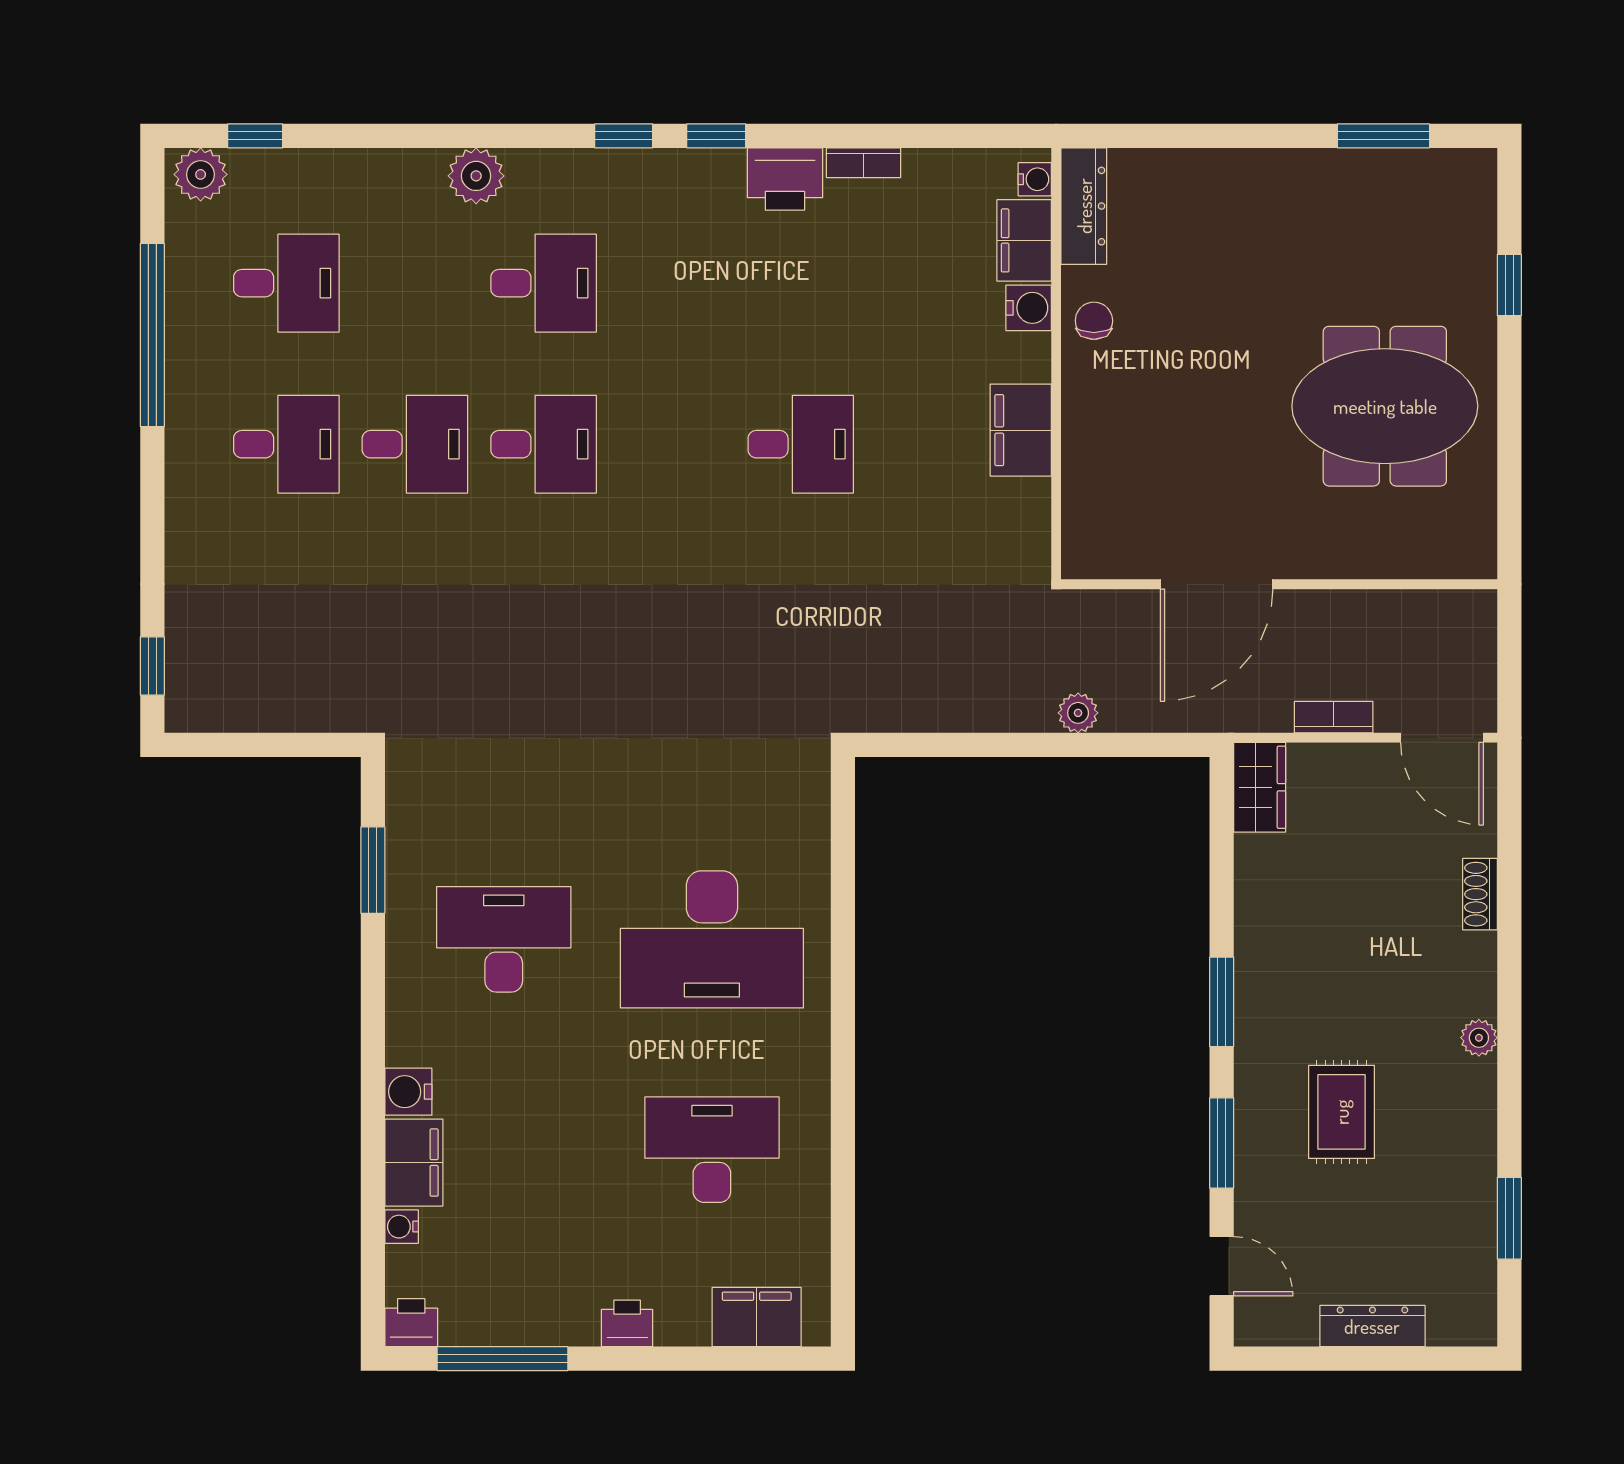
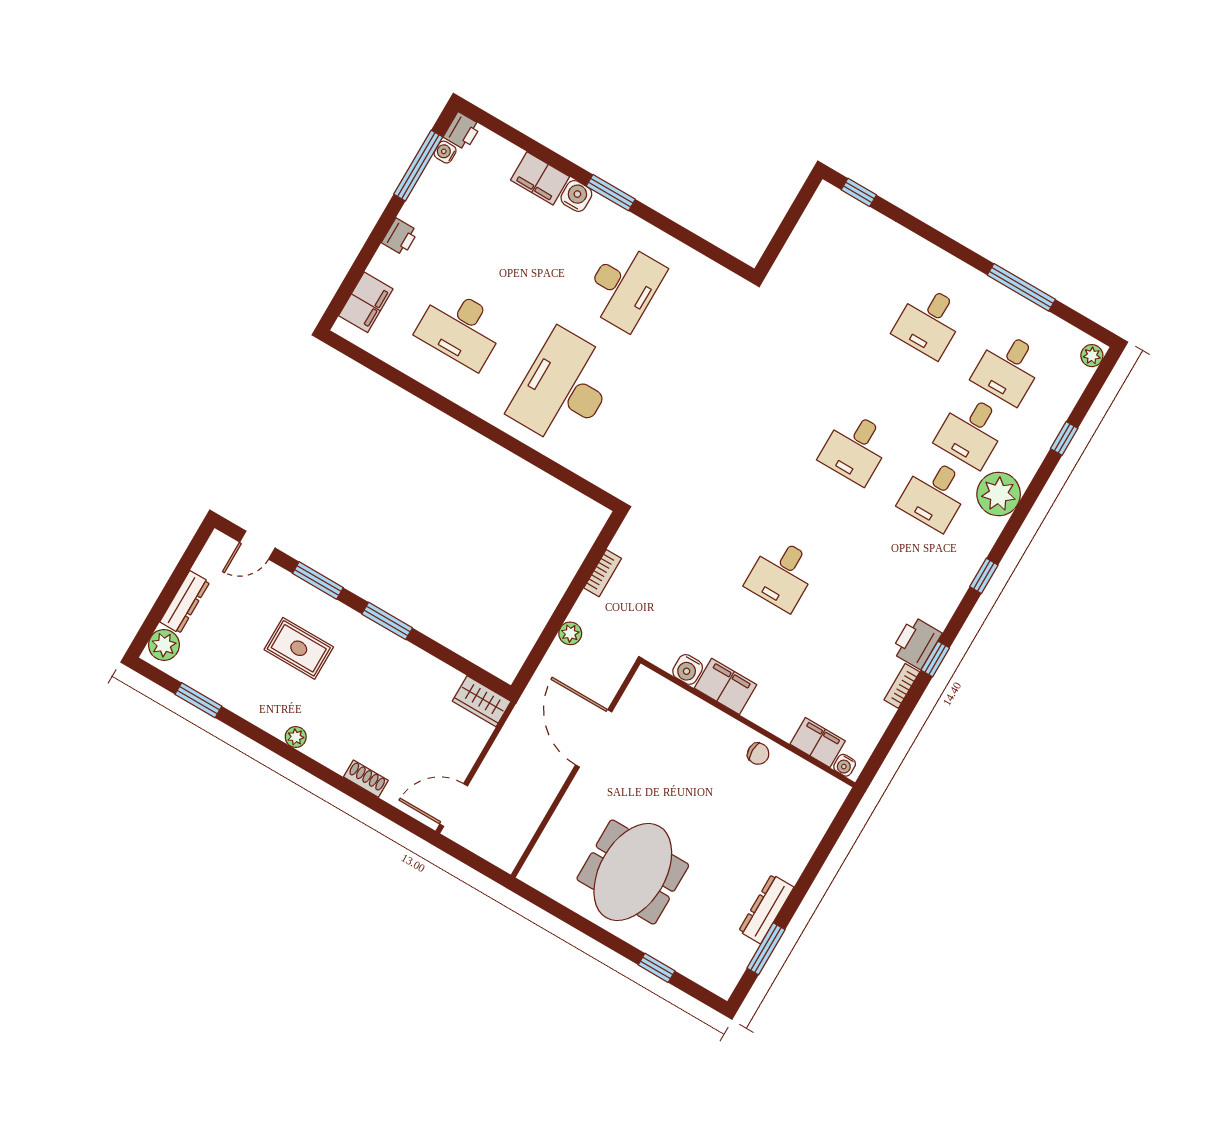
window: (255, 136) -> (1064, 438), moved
window: (716, 136) -> (935, 659), moved
plant: (201, 174) -> (1092, 356), width x0.73, depth x0.73
plant: (476, 176) -> (999, 494), width x1.36, depth x1.36
dresser: (1084, 206) -> (766, 909), moved, turned 90
water cooler: (1029, 308) -> (688, 669), moved
window: (152, 335) -> (1021, 287), width x0.68
desk: (415, 444) -> (971, 431), moved
bookcase: (1334, 717) -> (603, 573), moved
window: (373, 870) -> (611, 193), moved
desk: (712, 1150) -> (461, 328), turned 90
water cooler: (402, 1227) -> (445, 152), moved, turned -90
plant: (1456, 1320) -> (164, 645), added

